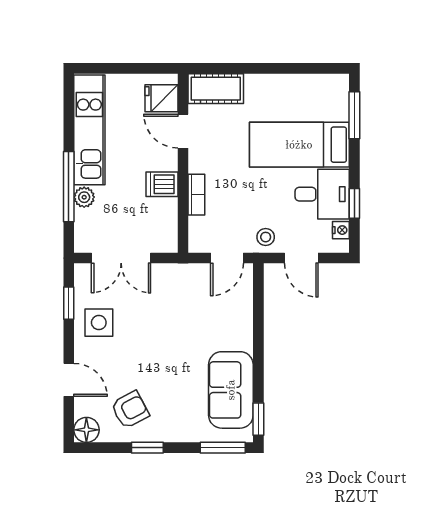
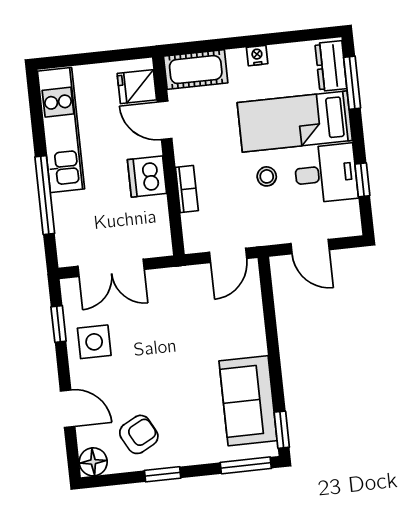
dresser: (337, 98) -> (331, 66), added
dishwasher: (162, 184) -> (147, 176), width x1.38
plant: (84, 197) -> (63, 205), removed
nightstand: (341, 230) -> (257, 56), moved, turned -90
stool: (266, 237) -> (267, 176), moved

